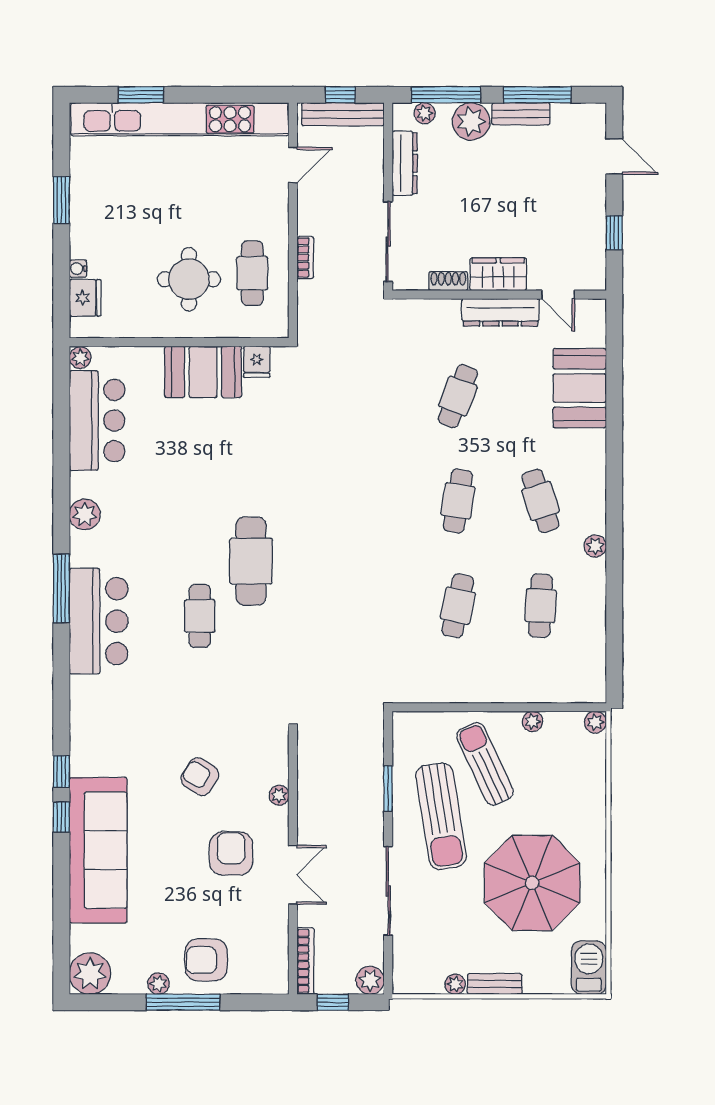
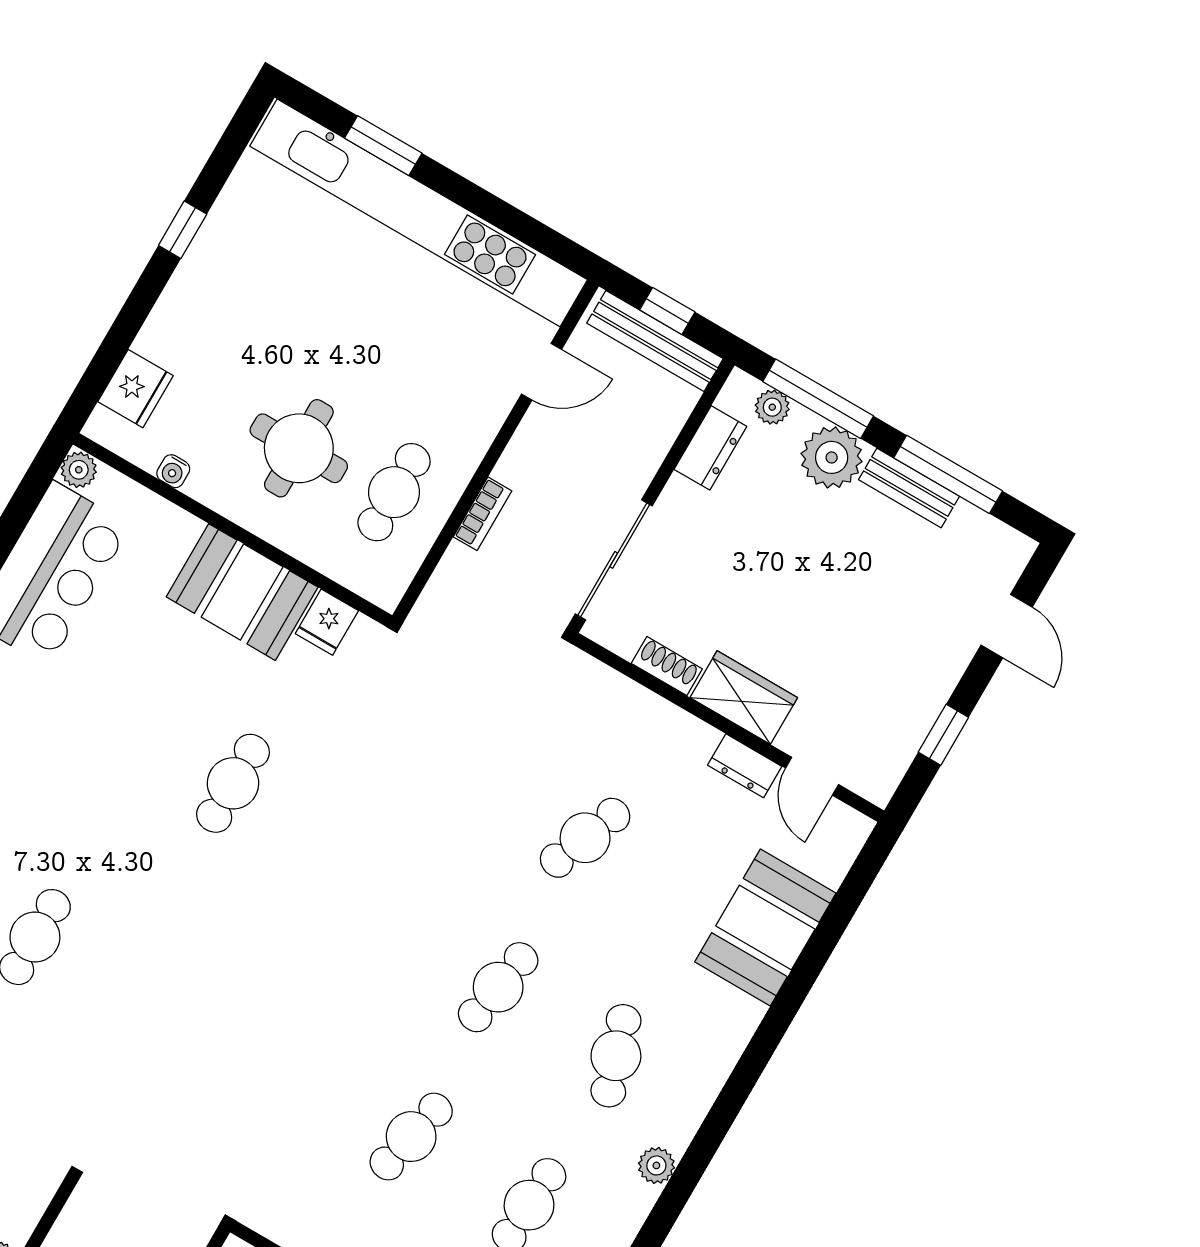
dresser: (405, 163) -> (710, 448), width x0.70
window: (61, 200) -> (183, 230), width x0.67
water cooler: (78, 269) -> (173, 471), moved, turned -90
dresser: (501, 312) -> (745, 766), width x0.51, depth x0.80
cafe table: (251, 561) -> (233, 783), moved, width x0.73, depth x0.74

